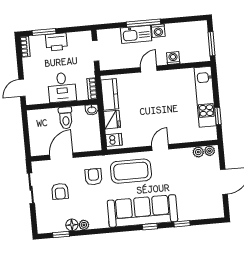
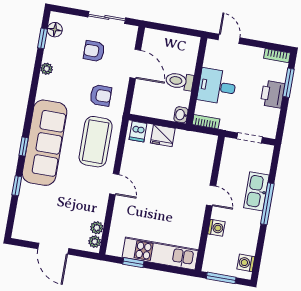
washing machine: (158, 31) -> (246, 263), moved
kitchen counter: (110, 94) -> (193, 141), removed
floor lamp: (72, 225) -> (55, 30), moved

